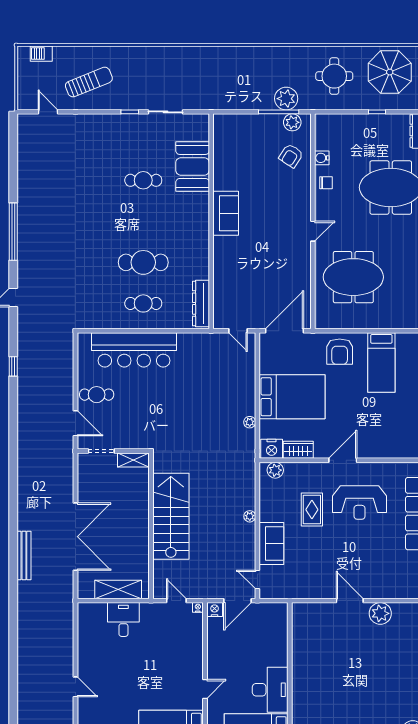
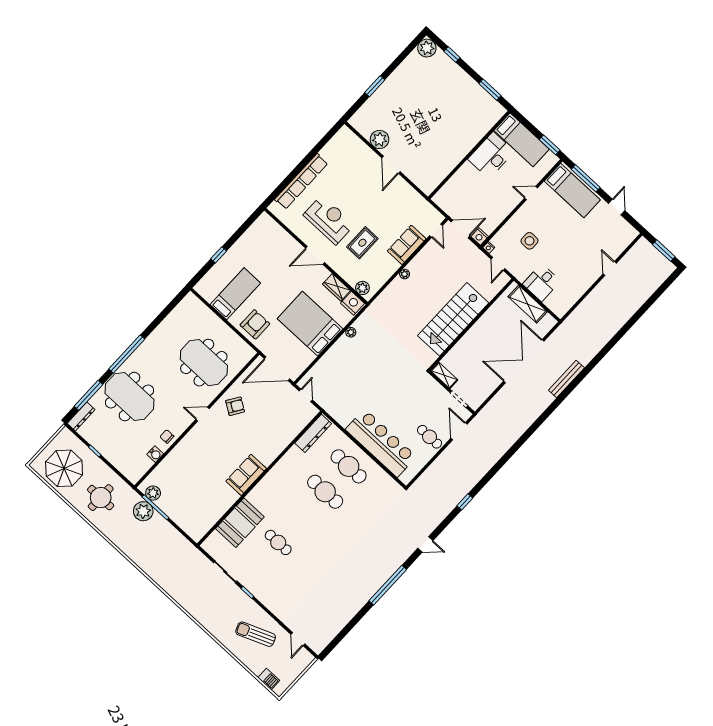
armchair: (291, 156) -> (235, 406), moved
cafe table: (143, 303) -> (349, 466), width x1.37, depth x1.35
side table: (168, 646) -> (529, 241), added

